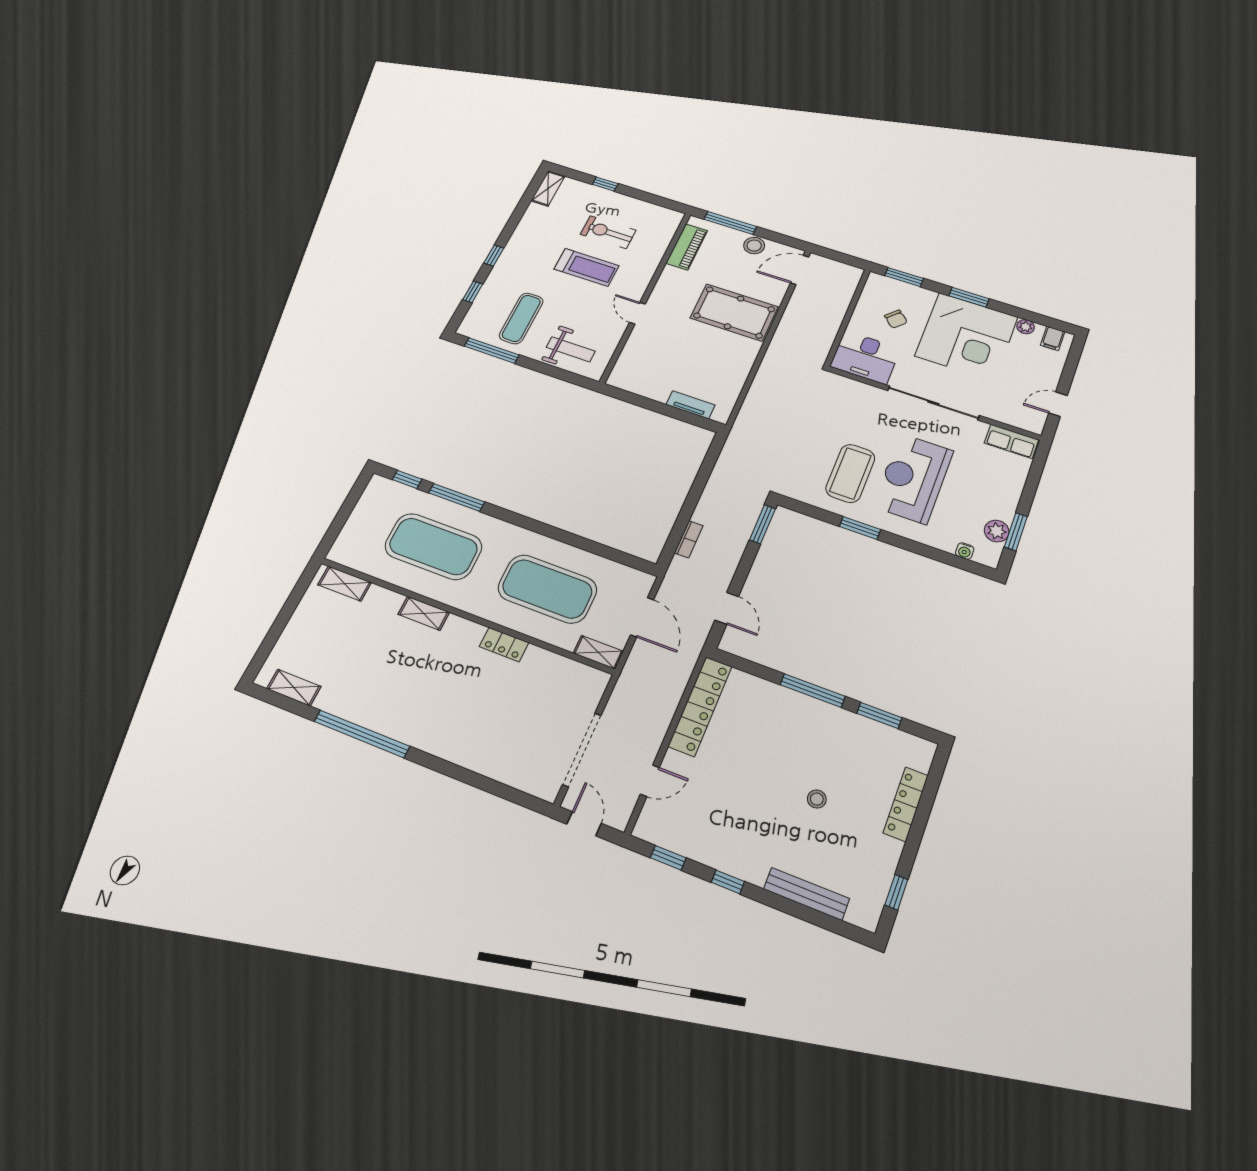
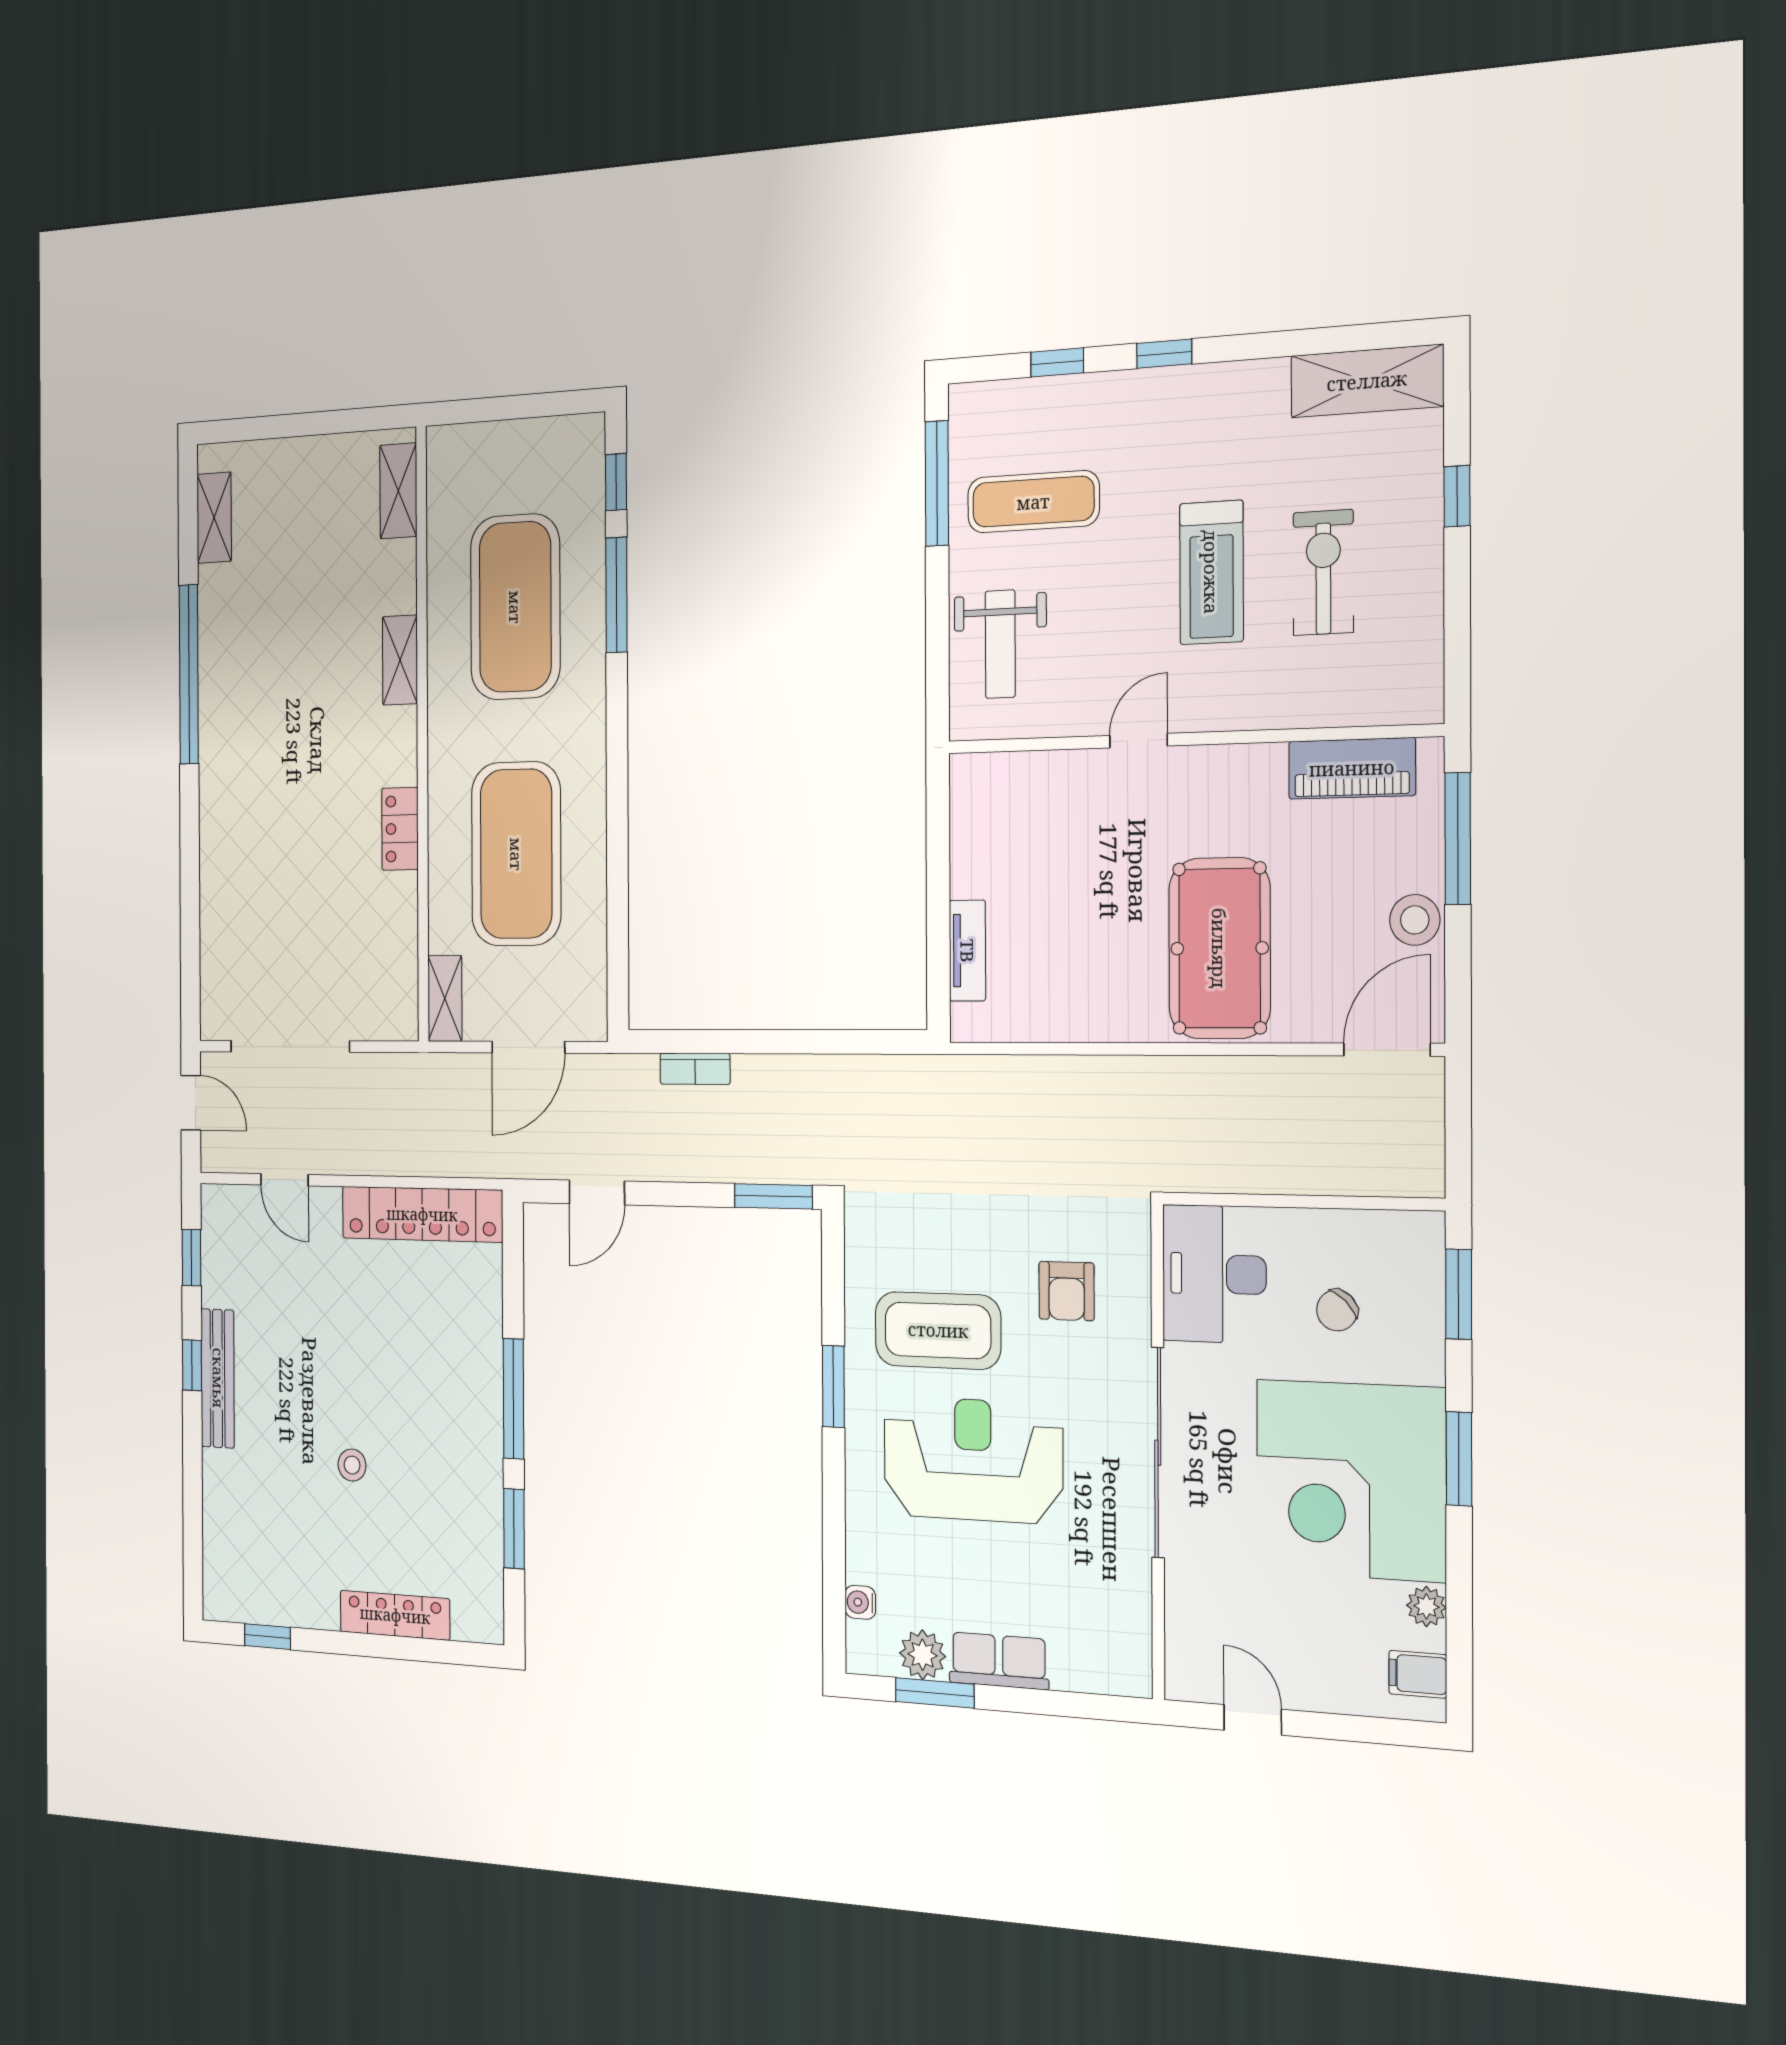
shelving: (548, 188) -> (1367, 381), width x1.50, depth x1.33
door: (800, 270) -> (1387, 1050), hinge flipped
armchair: (852, 415) -> (1067, 1291), added
row of seats: (1011, 441) -> (999, 1661), moved, turned 90
door: (584, 824) -> (191, 1103), hinge flipped
bench: (807, 894) -> (218, 1378), moved

